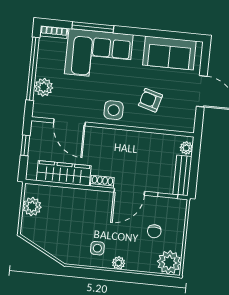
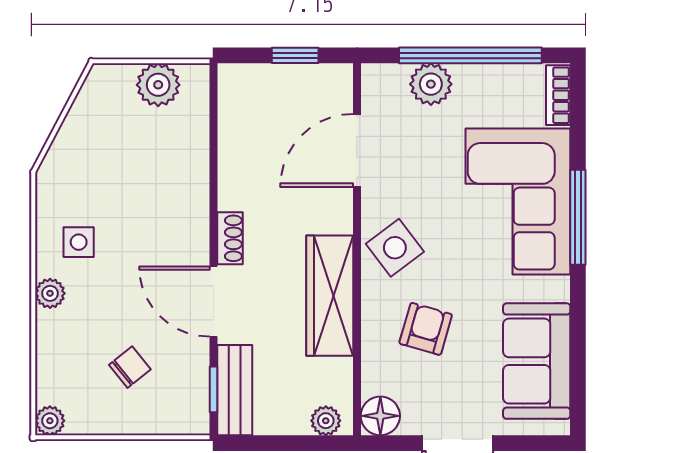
window: (93, 27) -> (578, 217), moved
side table: (114, 110) -> (395, 248), turned -37
floor lamp: (187, 124) -> (380, 416), added
wardrobe: (64, 173) -> (330, 296), moved, turned 180
bench: (182, 175) -> (235, 390), moved, turned 90
chair: (154, 231) -> (130, 367), turned 141
plant: (169, 262) -> (50, 421), width x0.53, depth x0.53

